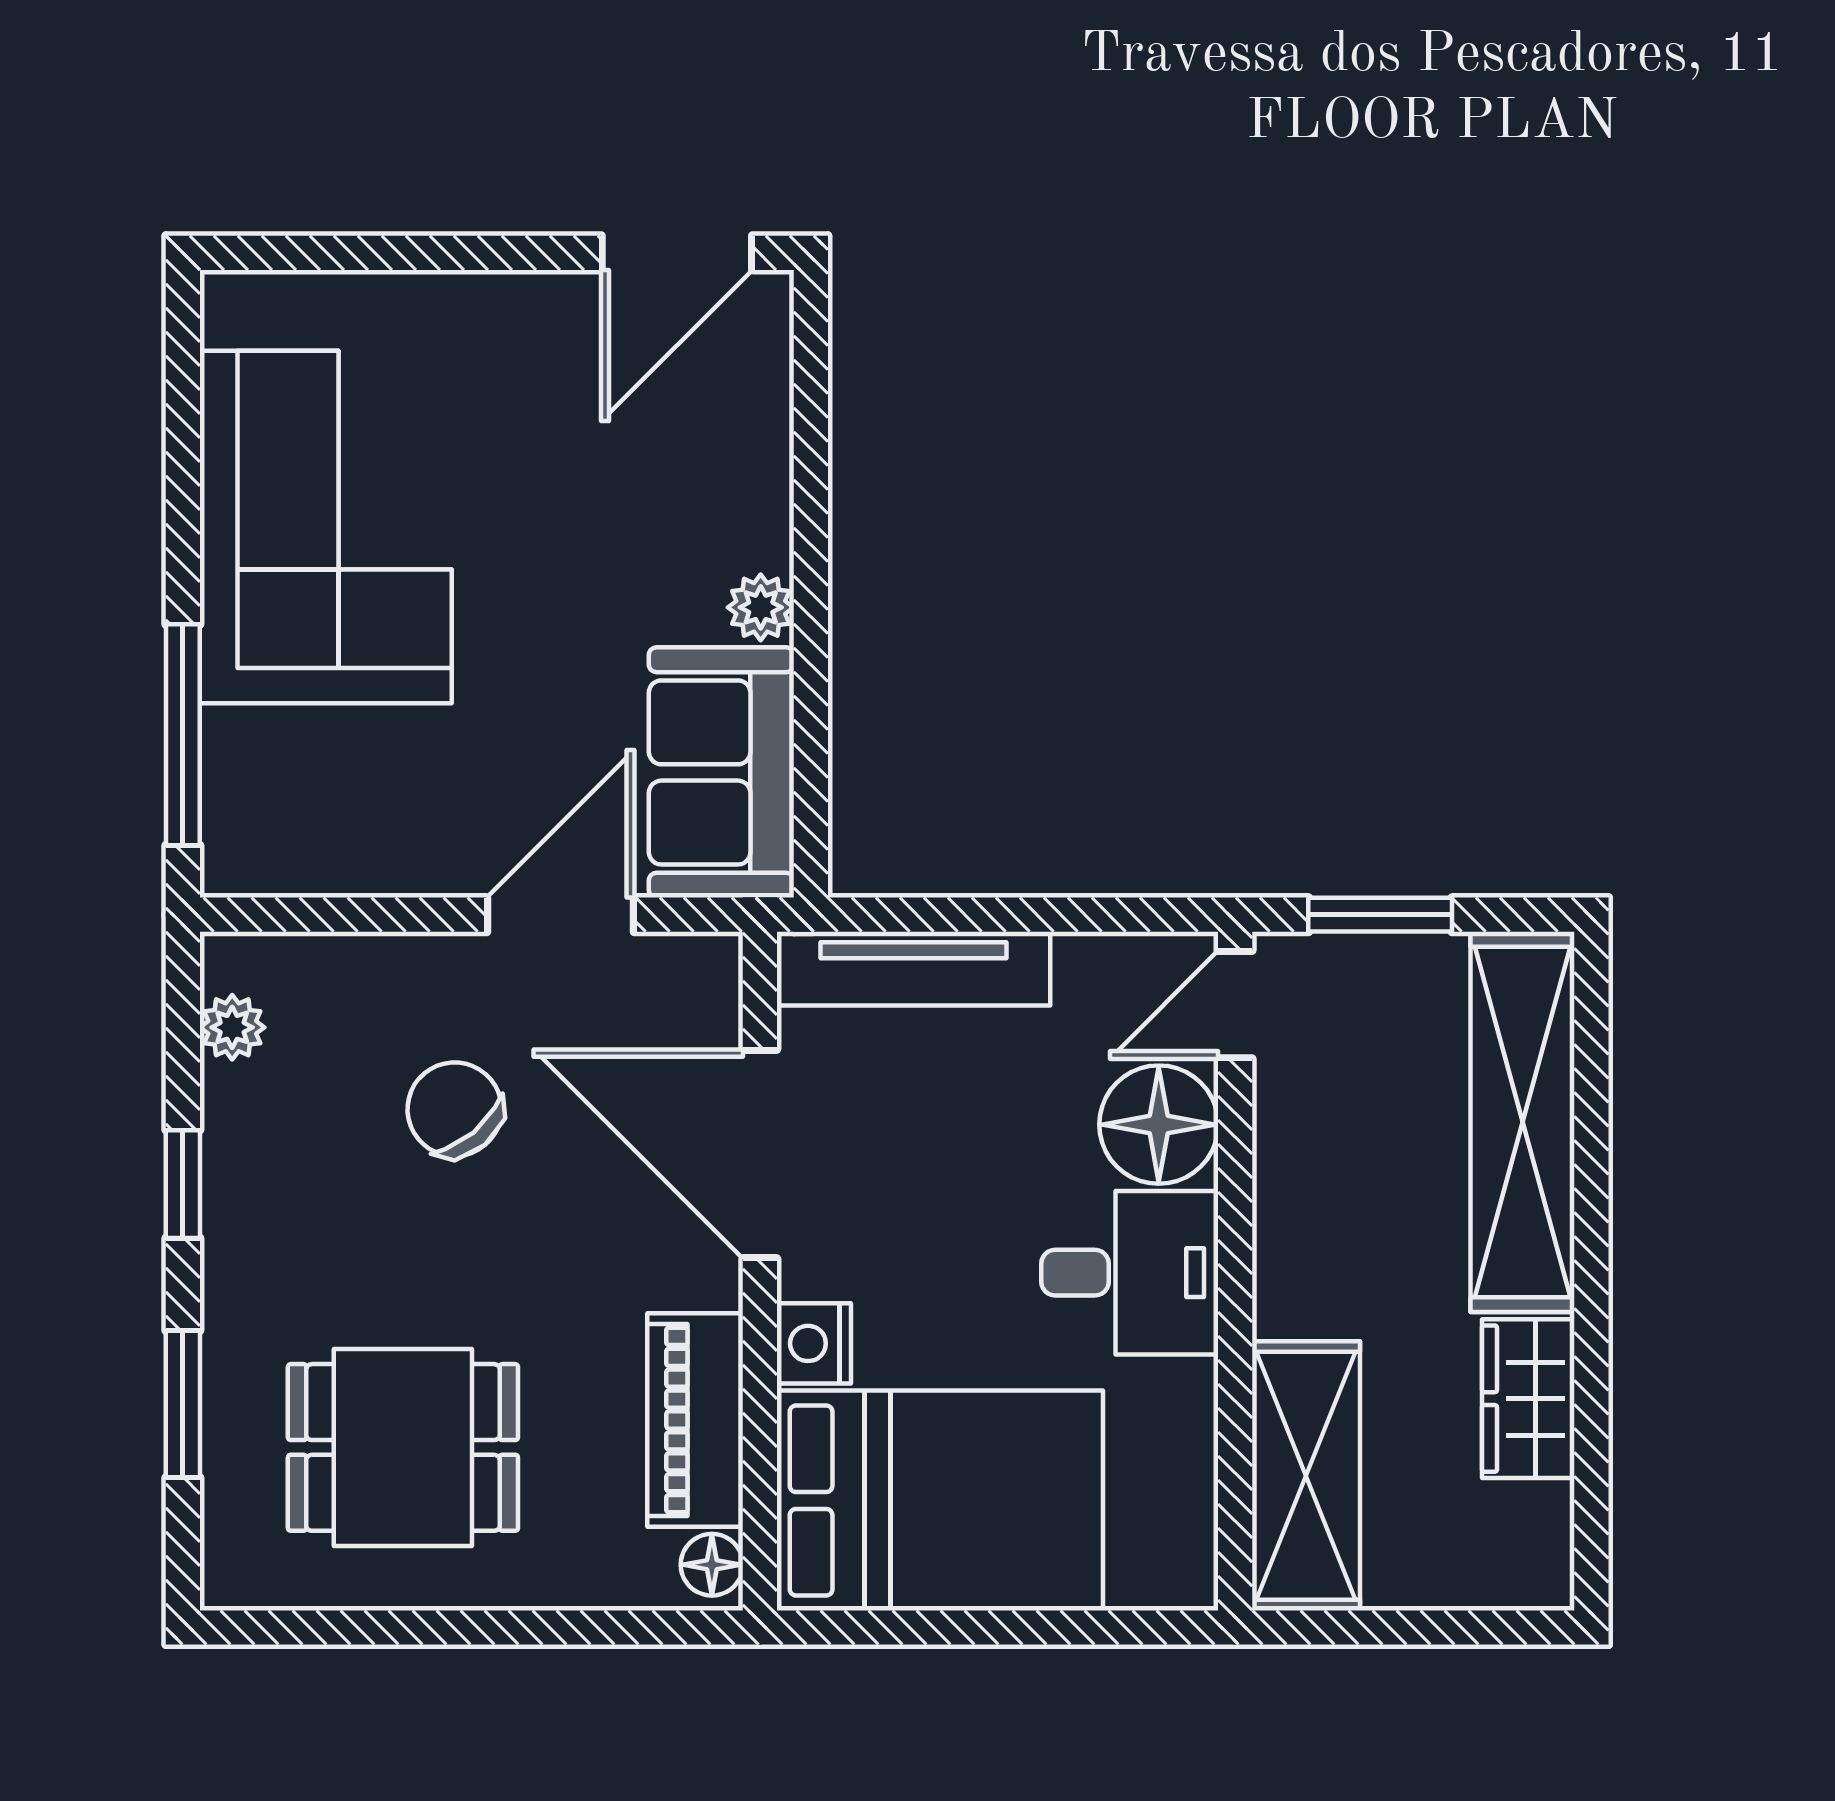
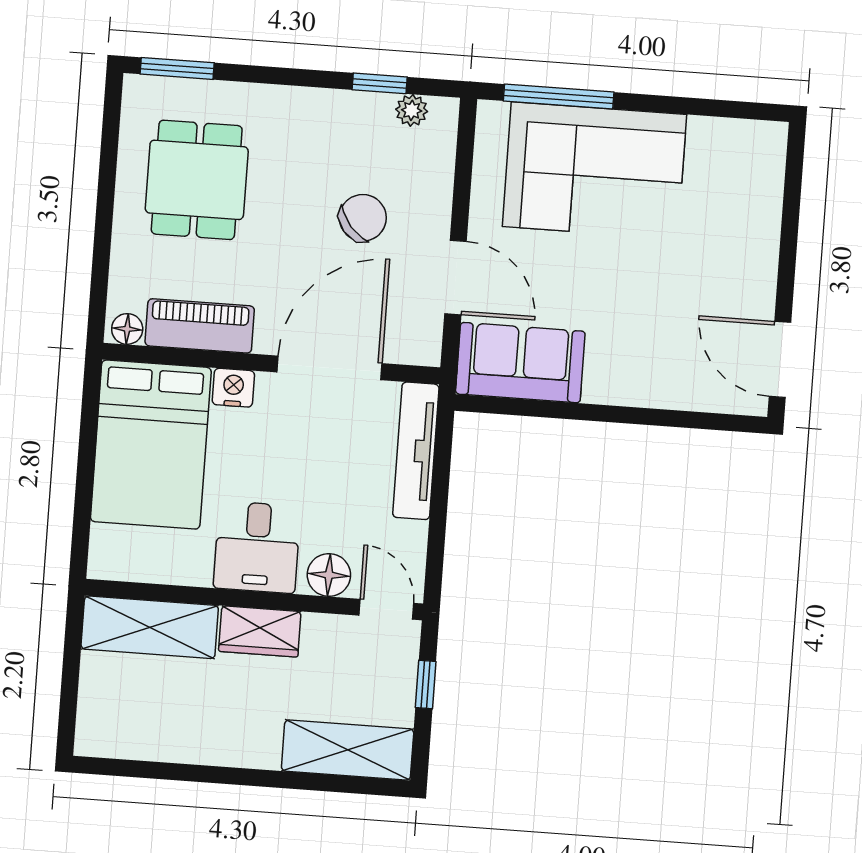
corner sofa: (326, 527) -> (595, 170), moved
plant: (761, 607) -> (601, 388), removed
window: (1380, 915) -> (426, 685), width x0.67
shelving: (1523, 1122) -> (348, 750), width x0.68
floor lamp: (1159, 1125) -> (329, 575), width x0.73, depth x0.73
window: (183, 1184) -> (380, 83), moved
wardrobe: (1528, 1399) -> (260, 631), moved, turned 180
window: (183, 1404) -> (177, 68), moved

